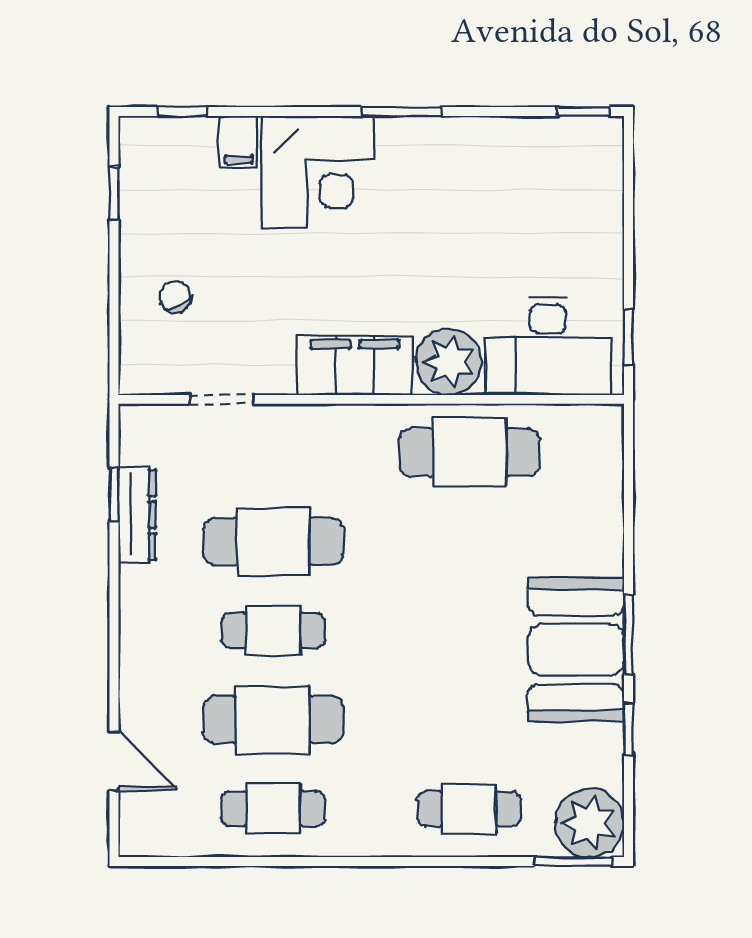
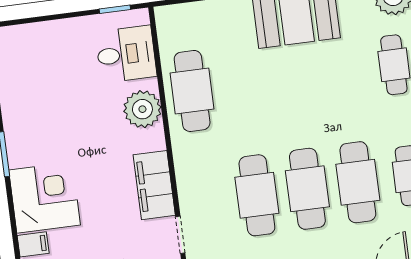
desk: (548, 346) -> (126, 54), width x0.73
filing cabinet: (355, 365) -> (154, 185), moved
cafe table: (273, 630) -> (307, 189), width x1.37, depth x1.35

